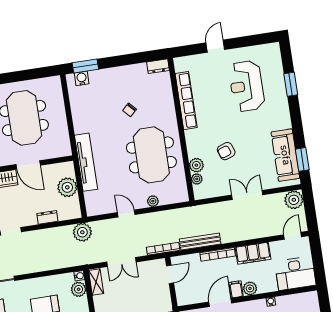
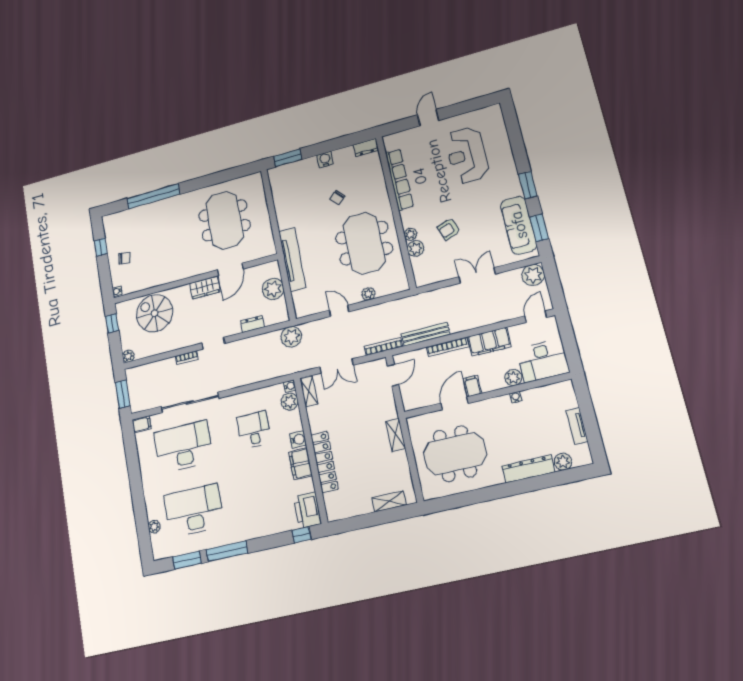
water cooler: (82, 78) -> (325, 160), moved
window: (291, 84) -> (528, 185), moved
door: (28, 165) -> (230, 269), hinge flipped
plant: (197, 179) -> (410, 234), moved
plant: (250, 288) -> (513, 378), moved

